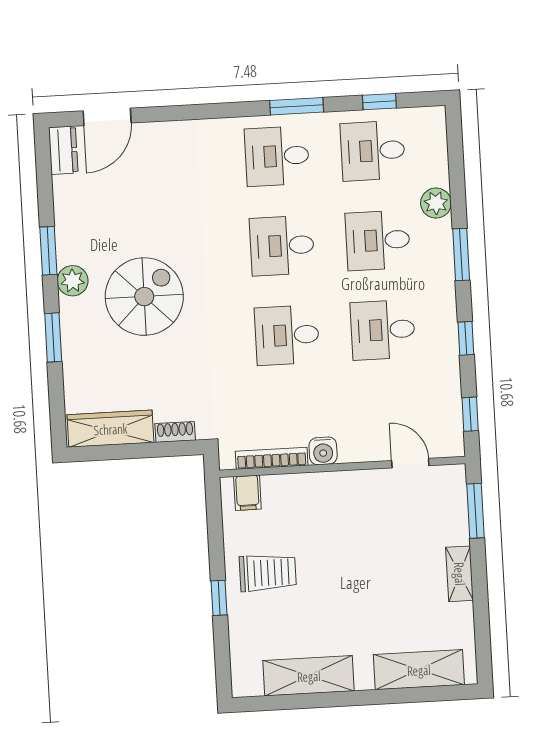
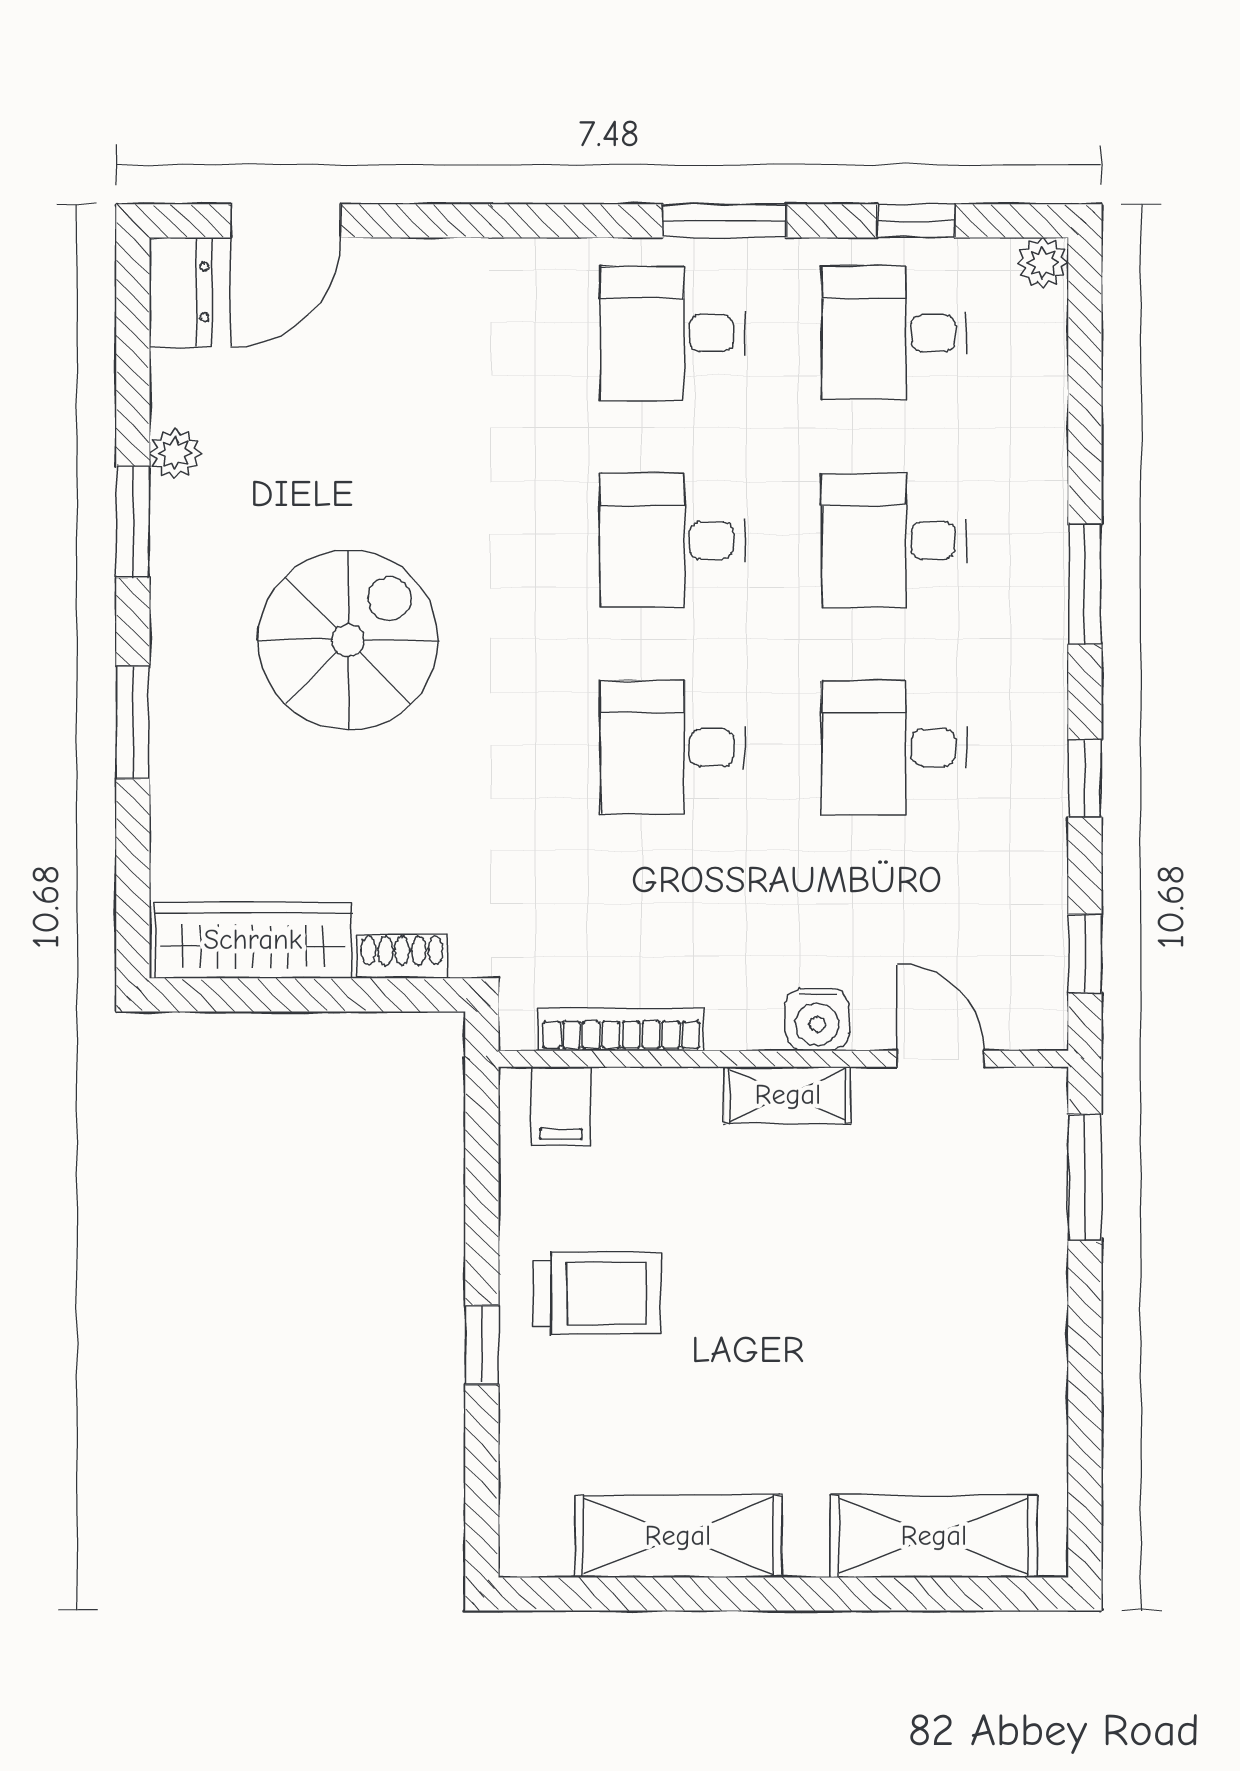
plant: (436, 203) -> (1043, 263), moved, width x0.73, depth x0.73
plant: (73, 281) -> (175, 453), moved, width x0.73, depth x0.73
water cooler: (323, 451) -> (817, 1019), moved
shelving: (460, 574) -> (788, 1095), moved, turned 90

